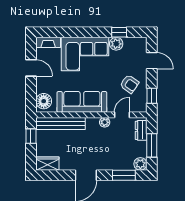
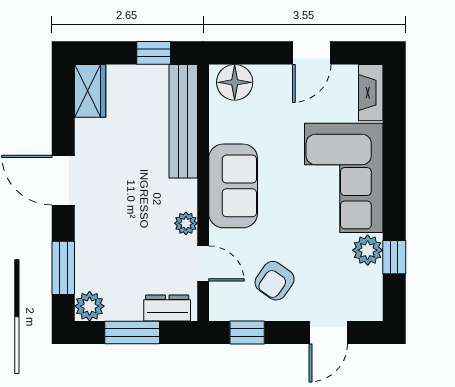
sofa: (82, 102) -> (233, 186), width x0.73

